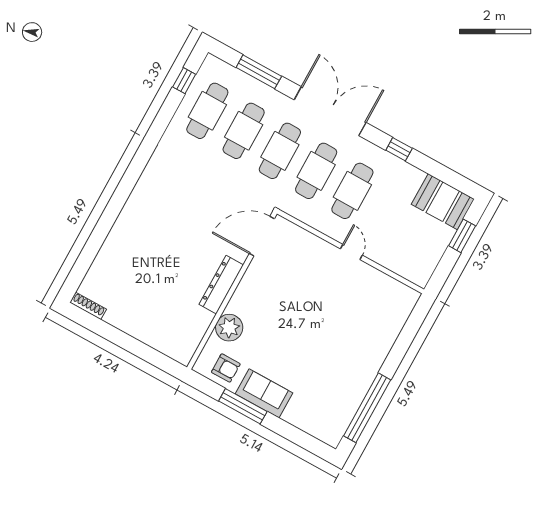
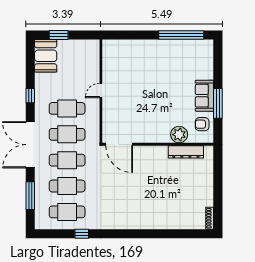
window: (184, 81) -> (82, 234), moved
dresser: (221, 285) -> (186, 152), moved
armchair: (226, 368) -> (202, 124), turned -90

